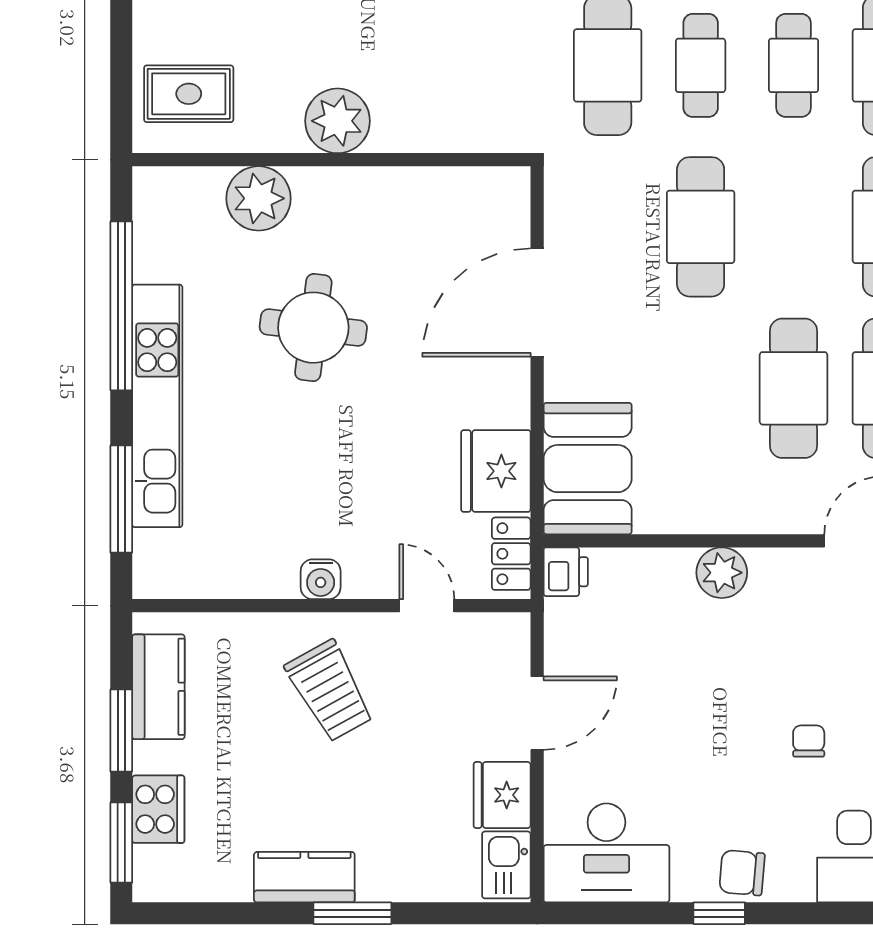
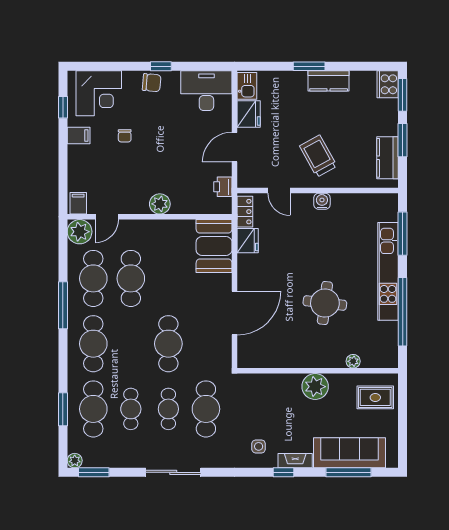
plant: (259, 198) -> (353, 361), width x0.53, depth x0.53
fridge: (496, 471) -> (248, 241), width x0.73, depth x0.75
printer: (566, 572) -> (223, 187), moved
cooker: (158, 809) -> (388, 84), moved

